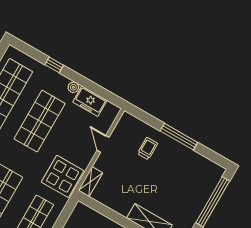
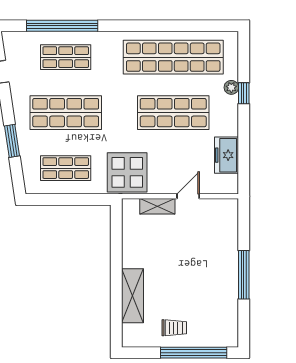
plant: (73, 87) -> (231, 87), moved
trolley: (148, 148) -> (174, 328), moved
shelving: (90, 182) -> (157, 206), moved

